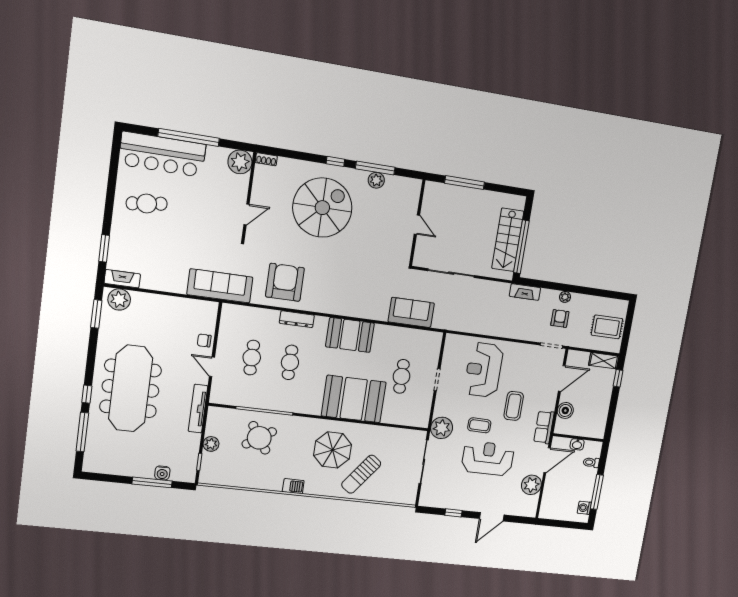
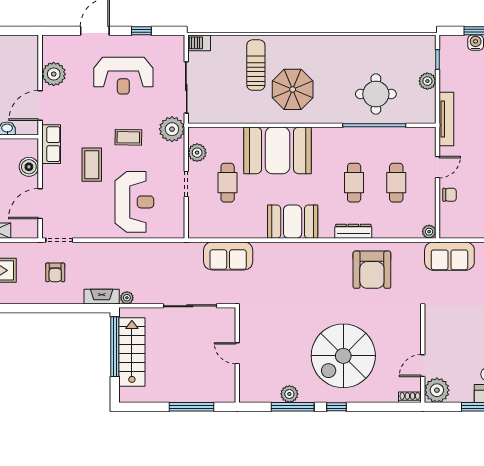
door: (246, 214) -> (423, 366), moved
sofa: (220, 286) -> (449, 256), width x0.73
plant: (565, 297) -> (127, 298), moved
plant: (228, 310) -> (429, 232), added
door: (212, 367) -> (438, 167), hinge flipped
plant: (423, 405) -> (197, 153), added
round table: (259, 438) -> (376, 94), turned 33
reception desk: (488, 458) -> (123, 76), moved
sun lounger: (361, 474) -> (256, 65), turned -37
barbecue: (293, 486) -> (199, 43), moved

